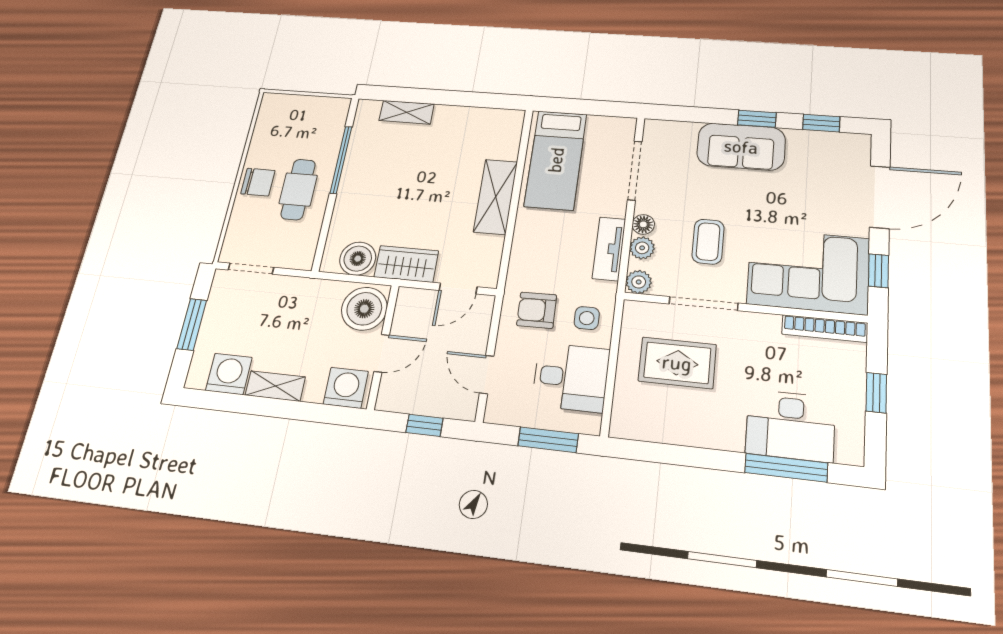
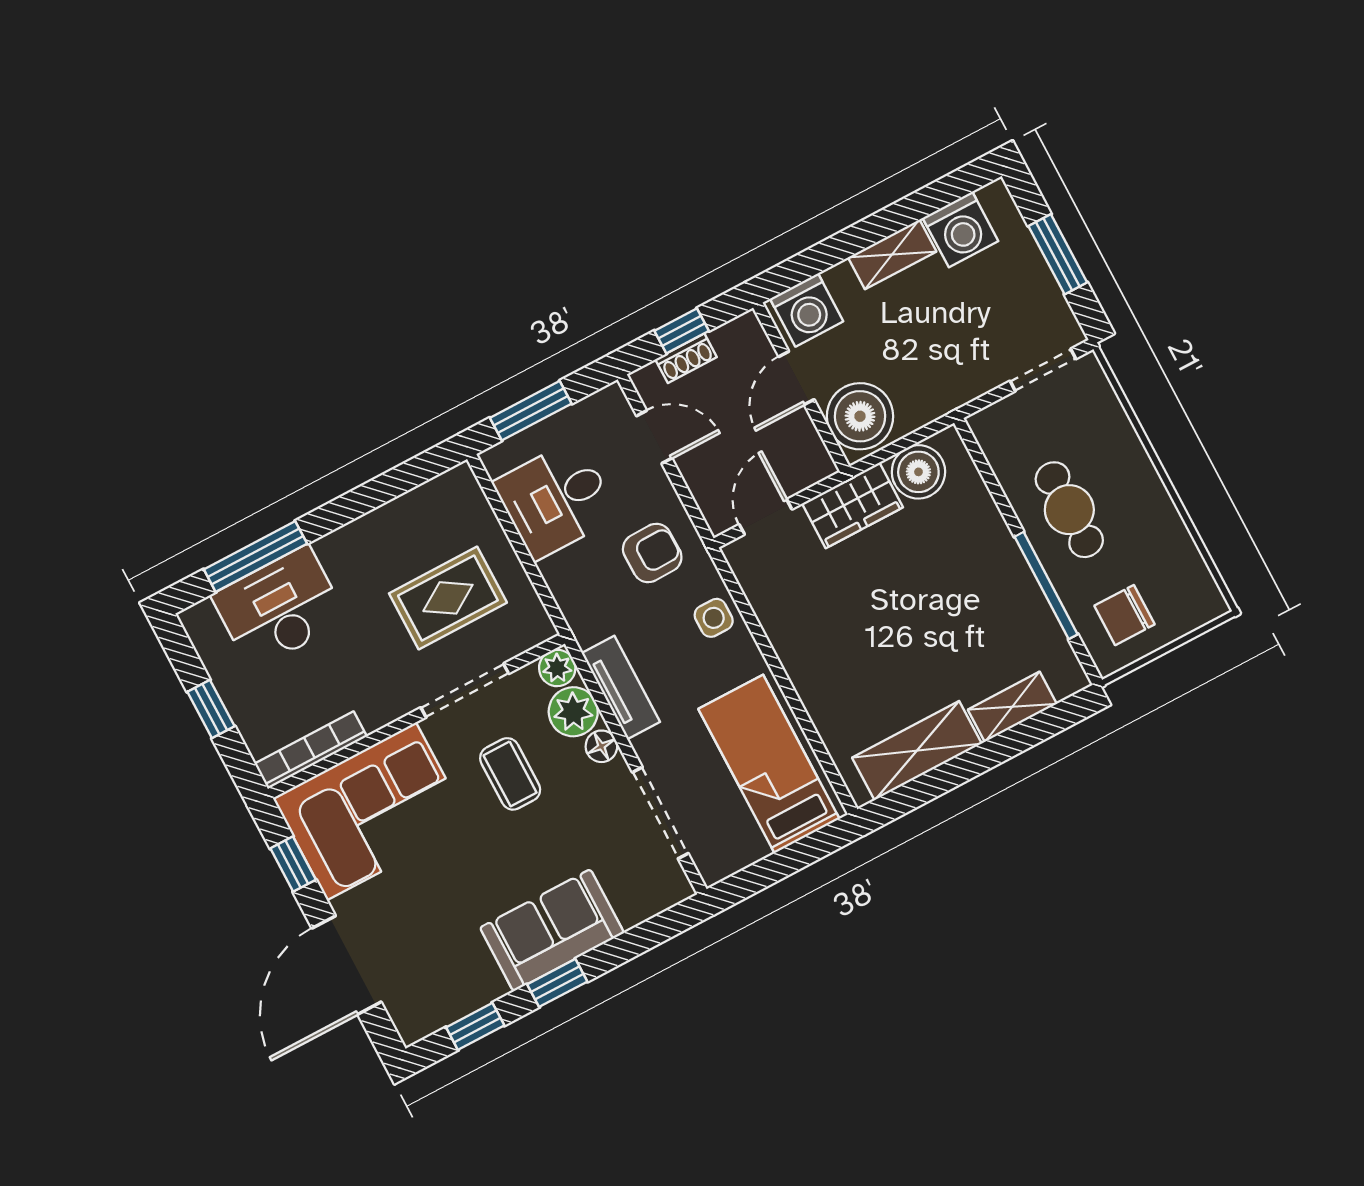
chair: (258, 182) -> (1124, 615), moved
shelving: (496, 197) -> (917, 751), moved, turned 90
plant: (642, 248) -> (573, 712), width x1.38, depth x1.38
side table: (587, 318) -> (714, 618), moved
shoe rack: (434, 408) -> (686, 358), added

